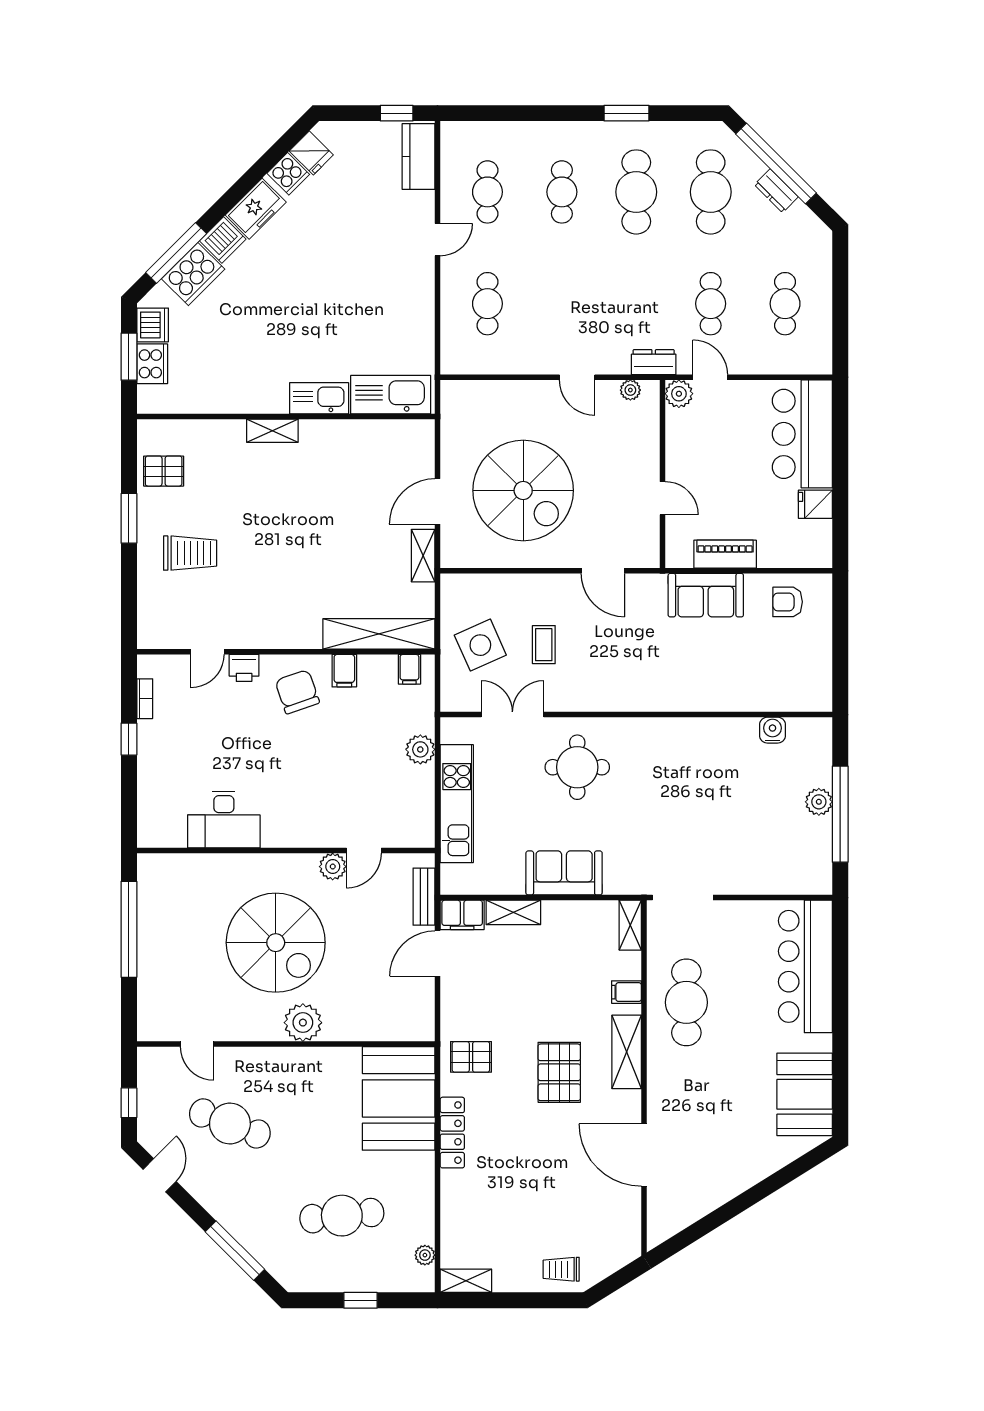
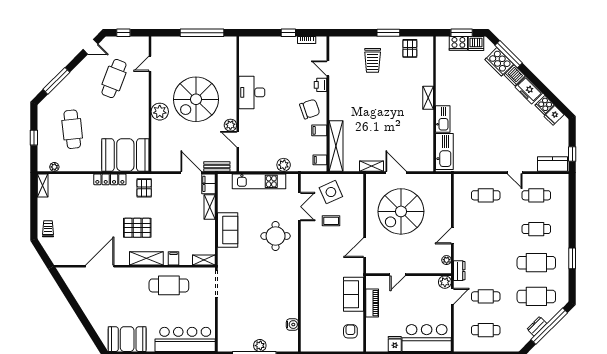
desk: (224, 820) -> (252, 92), moved

